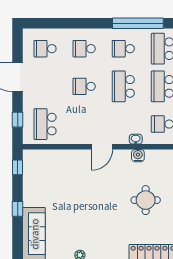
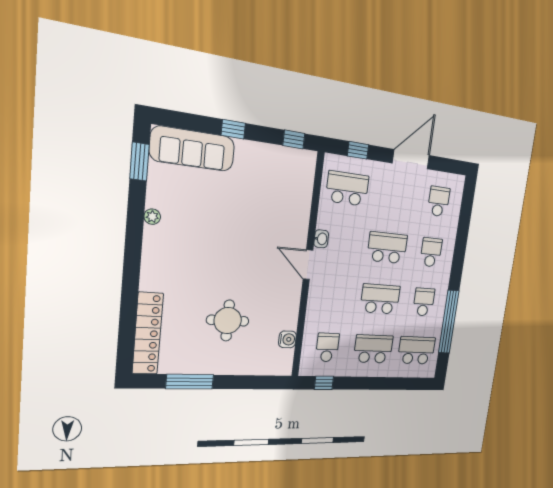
school desk: (84, 86) -> (387, 248), width x1.85
washbasin: (136, 139) -> (321, 239), moved
water cooler: (138, 156) -> (287, 339), moved

